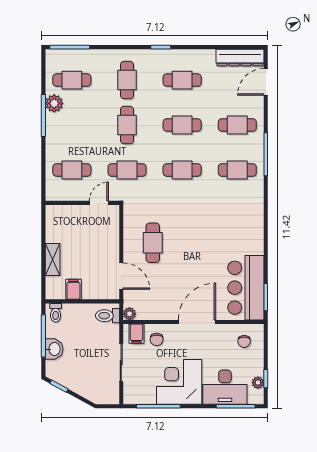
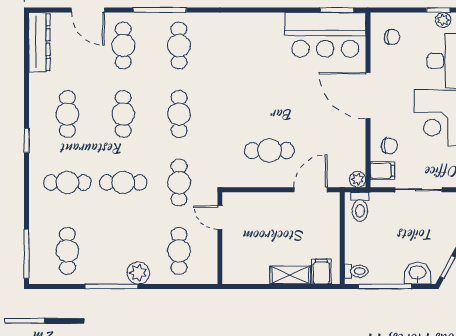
door: (266, 82) -> (88, 10), moved
plant: (54, 103) -> (138, 273), moved
filing cabinet: (73, 289) -> (321, 271), moved, turned 90
washbasin: (54, 349) -> (418, 273), moved

